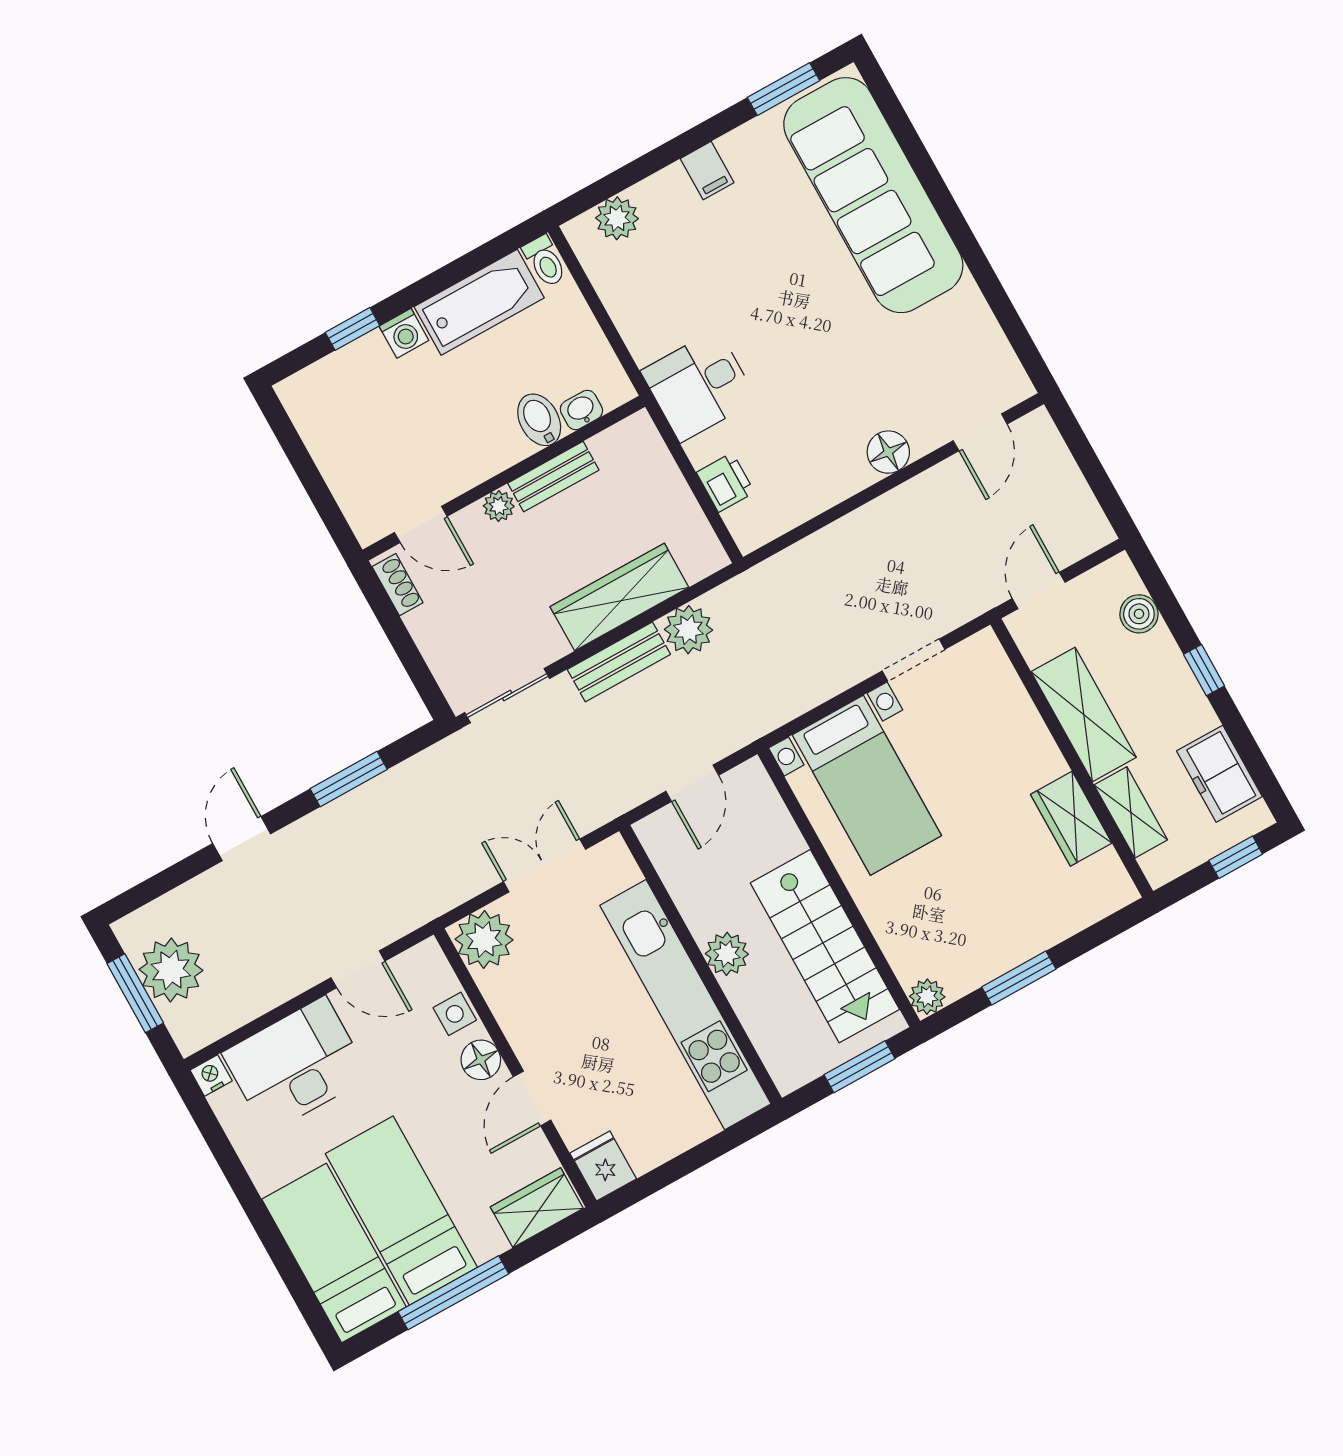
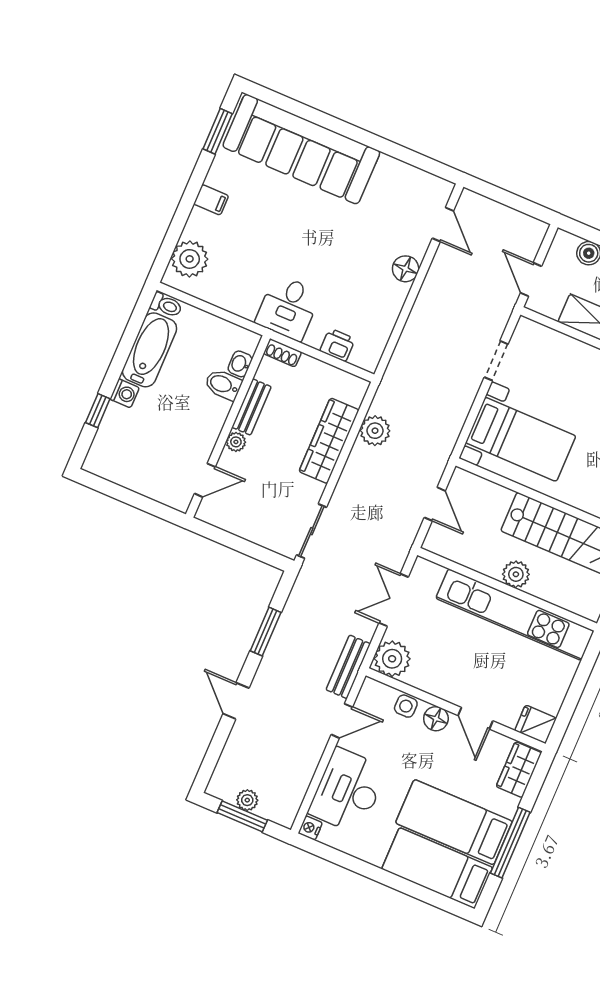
plant: (617, 218) -> (190, 259), width x1.36, depth x1.36
shoe rack: (398, 585) -> (282, 353), moved, turned 180
bench: (619, 662) -> (348, 667), moved
plant: (171, 970) -> (247, 800), width x0.53, depth x0.53

